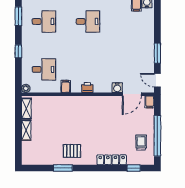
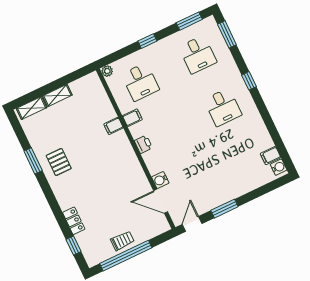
filing cabinet: (150, 102) -> (113, 126), moved
shelving: (26, 109) -> (32, 108), moved
trolley: (141, 143) -> (122, 241), moved
locker: (112, 160) -> (74, 221), width x0.66

